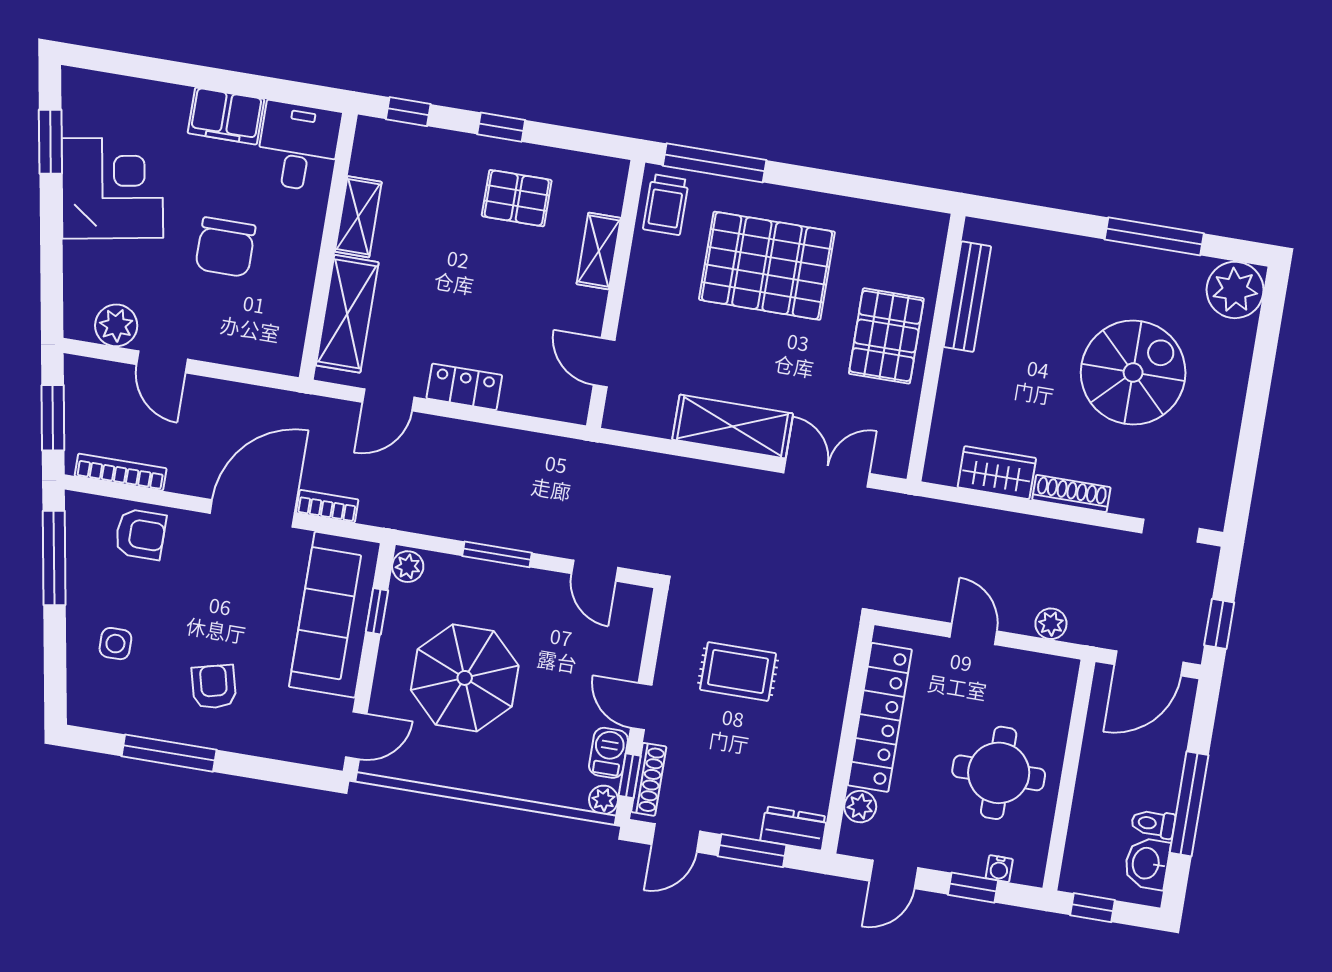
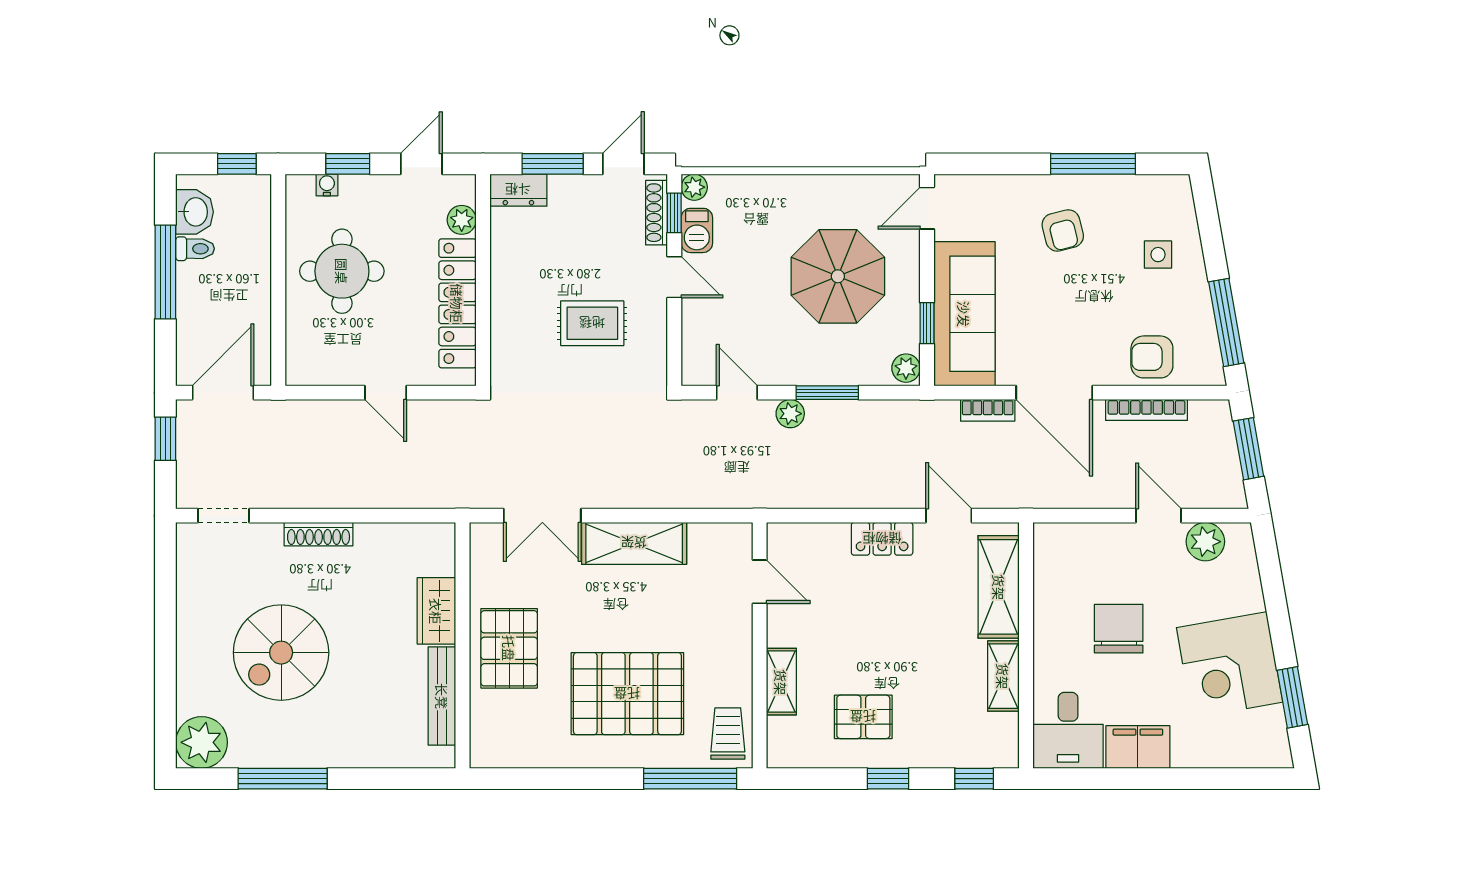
door: (388, 400) -> (949, 516), hinge flipped
bookcase: (121, 472) -> (1147, 410), moved
wardrobe: (997, 473) -> (436, 611), moved, turned 90
door: (252, 513) -> (1054, 393), hinge flipped
plant: (1051, 624) -> (790, 414), moved

